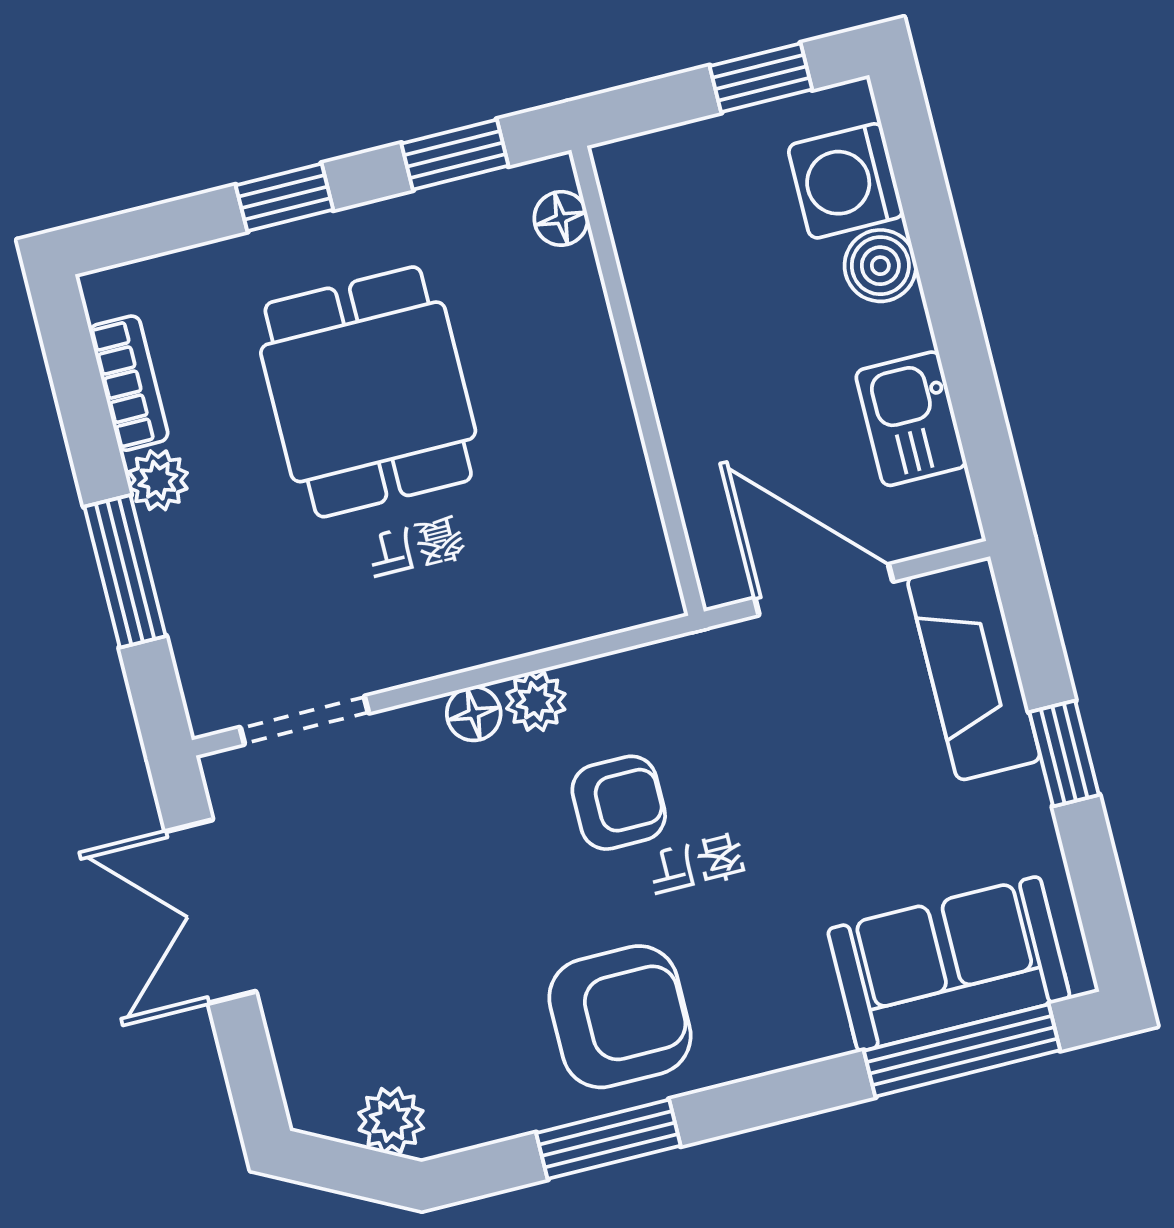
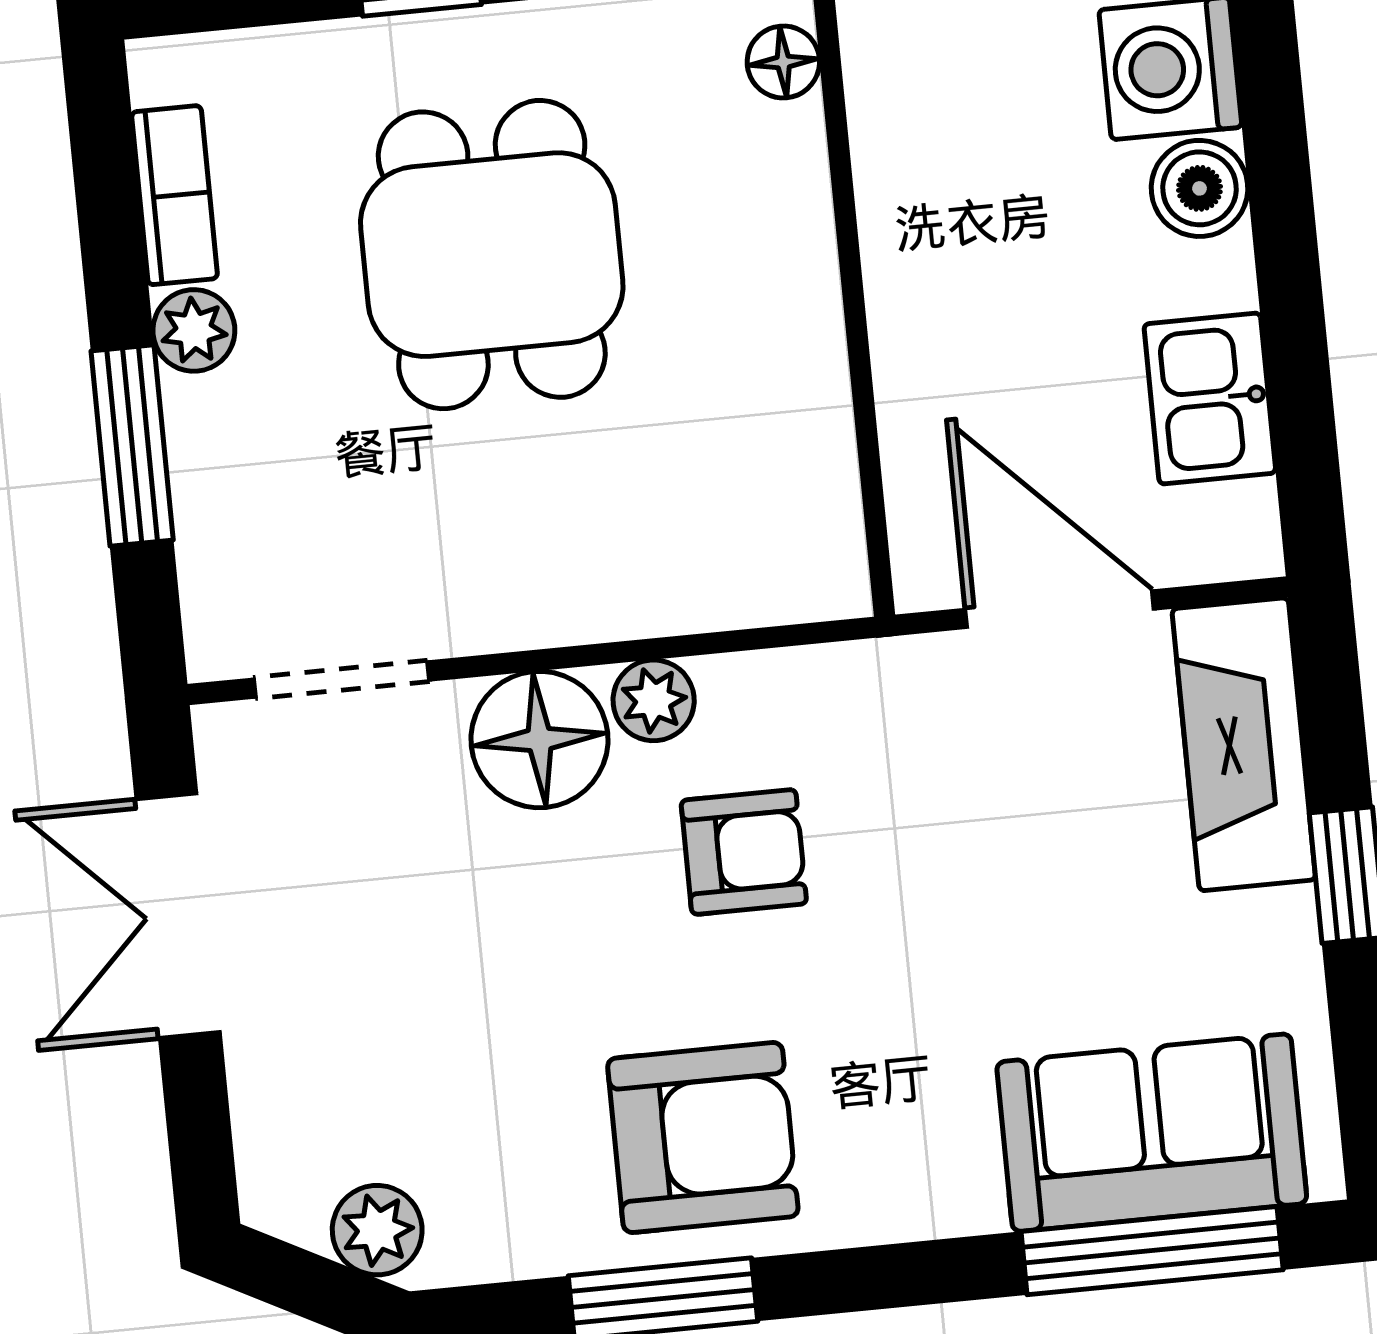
floor lamp: (474, 714) -> (539, 740), width x1.89, depth x1.89

